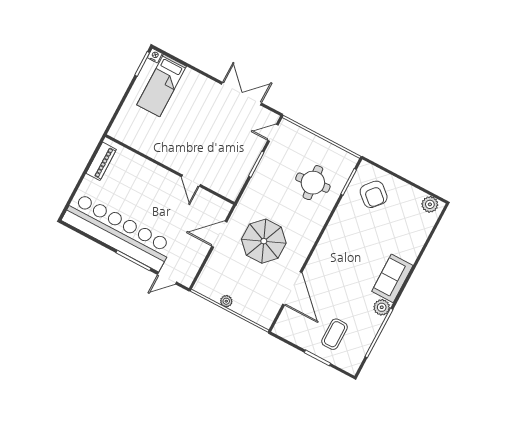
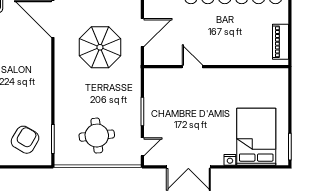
nightstand: (155, 56) -> (230, 160), moved
bed: (162, 85) -> (256, 137), width x1.50
round table: (313, 183) -> (97, 136), moved
armchair: (374, 194) -> (25, 140), turned 80

